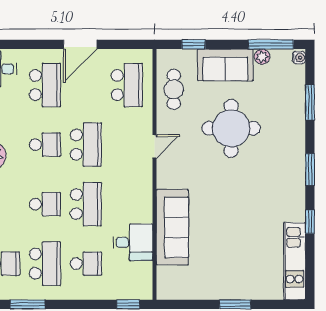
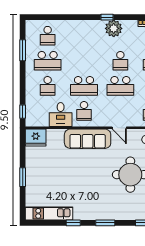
school desk: (45, 204) -> (84, 111), moved
sofa: (172, 227) -> (88, 139), moved
fridge: (170, 283) -> (36, 138), added

